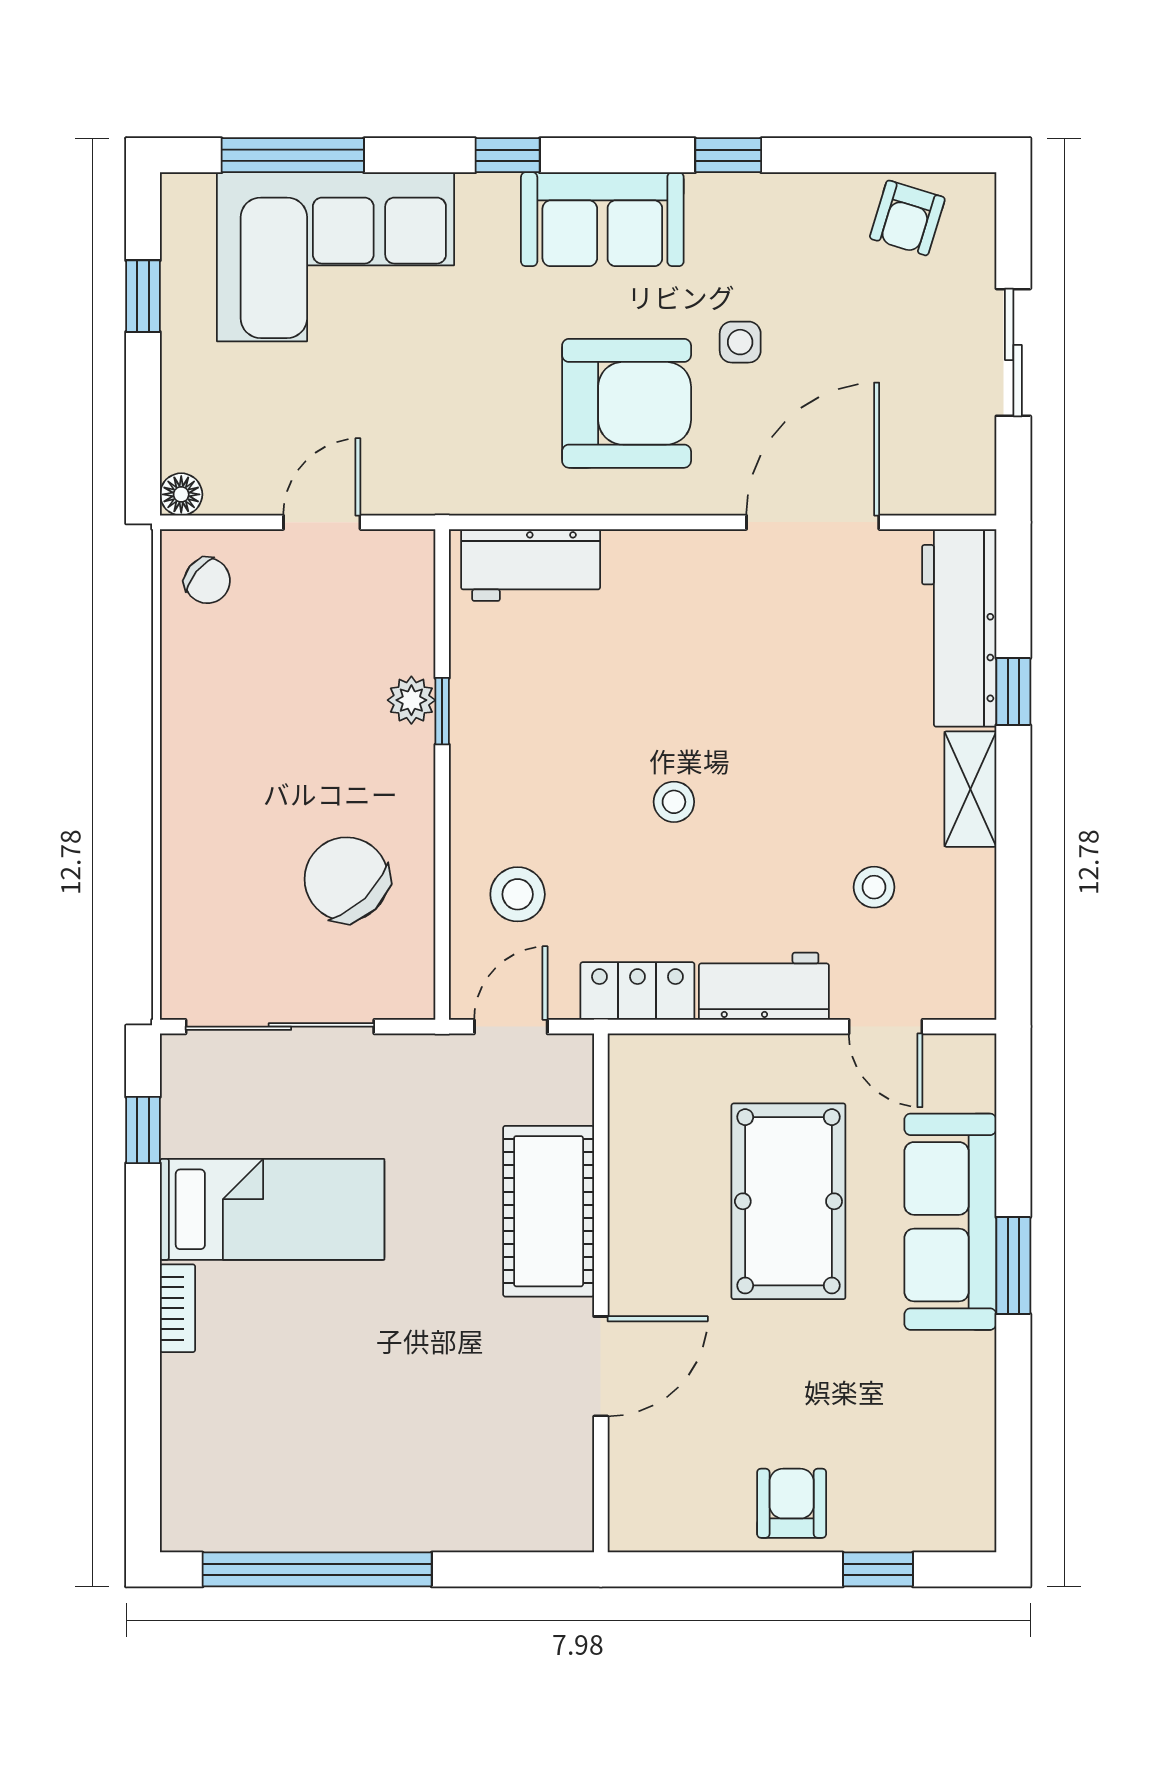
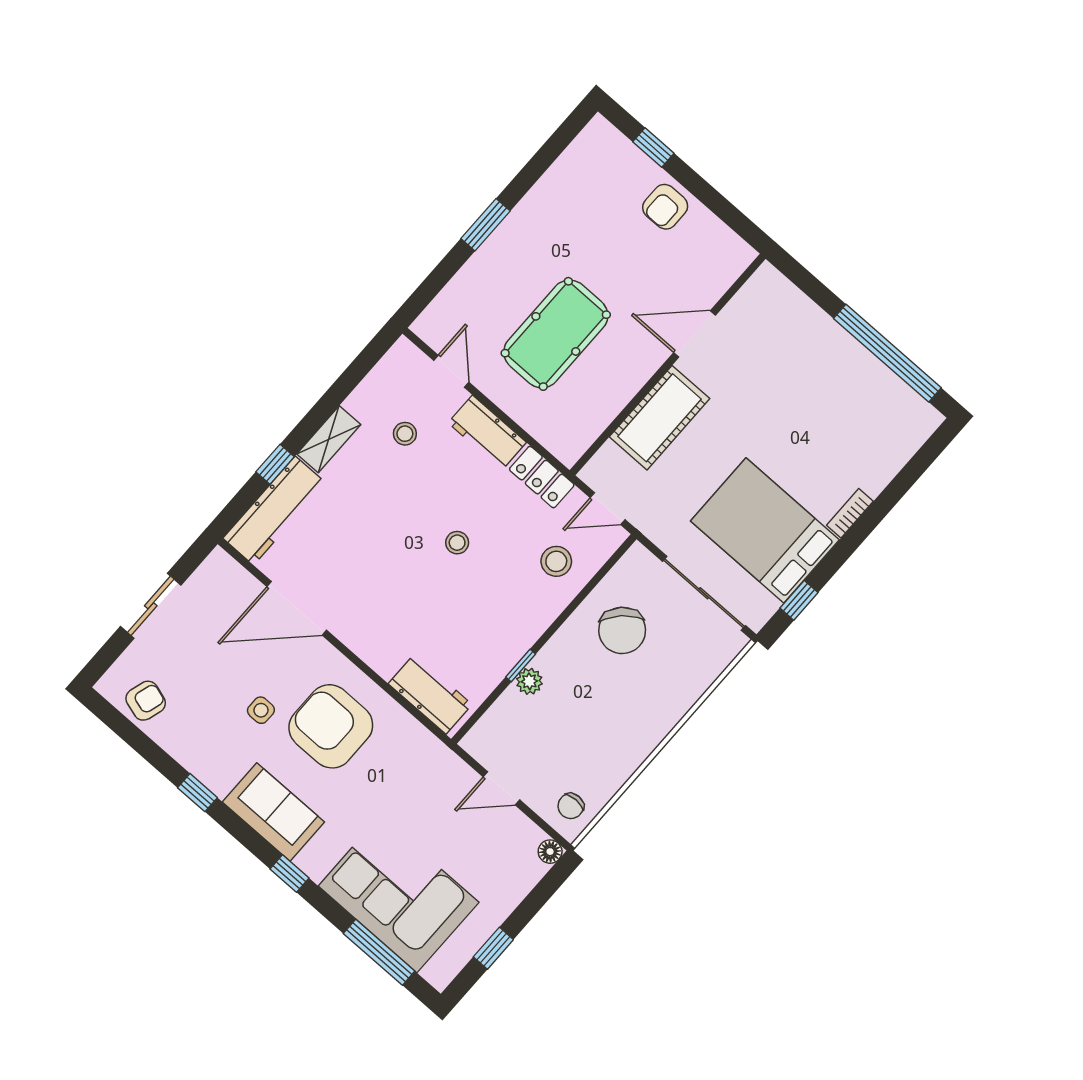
chair: (207, 581) -> (571, 806), turned -129
bed: (272, 1209) -> (765, 530), width x1.50
sofa: (950, 1222) -> (496, 266), removed

